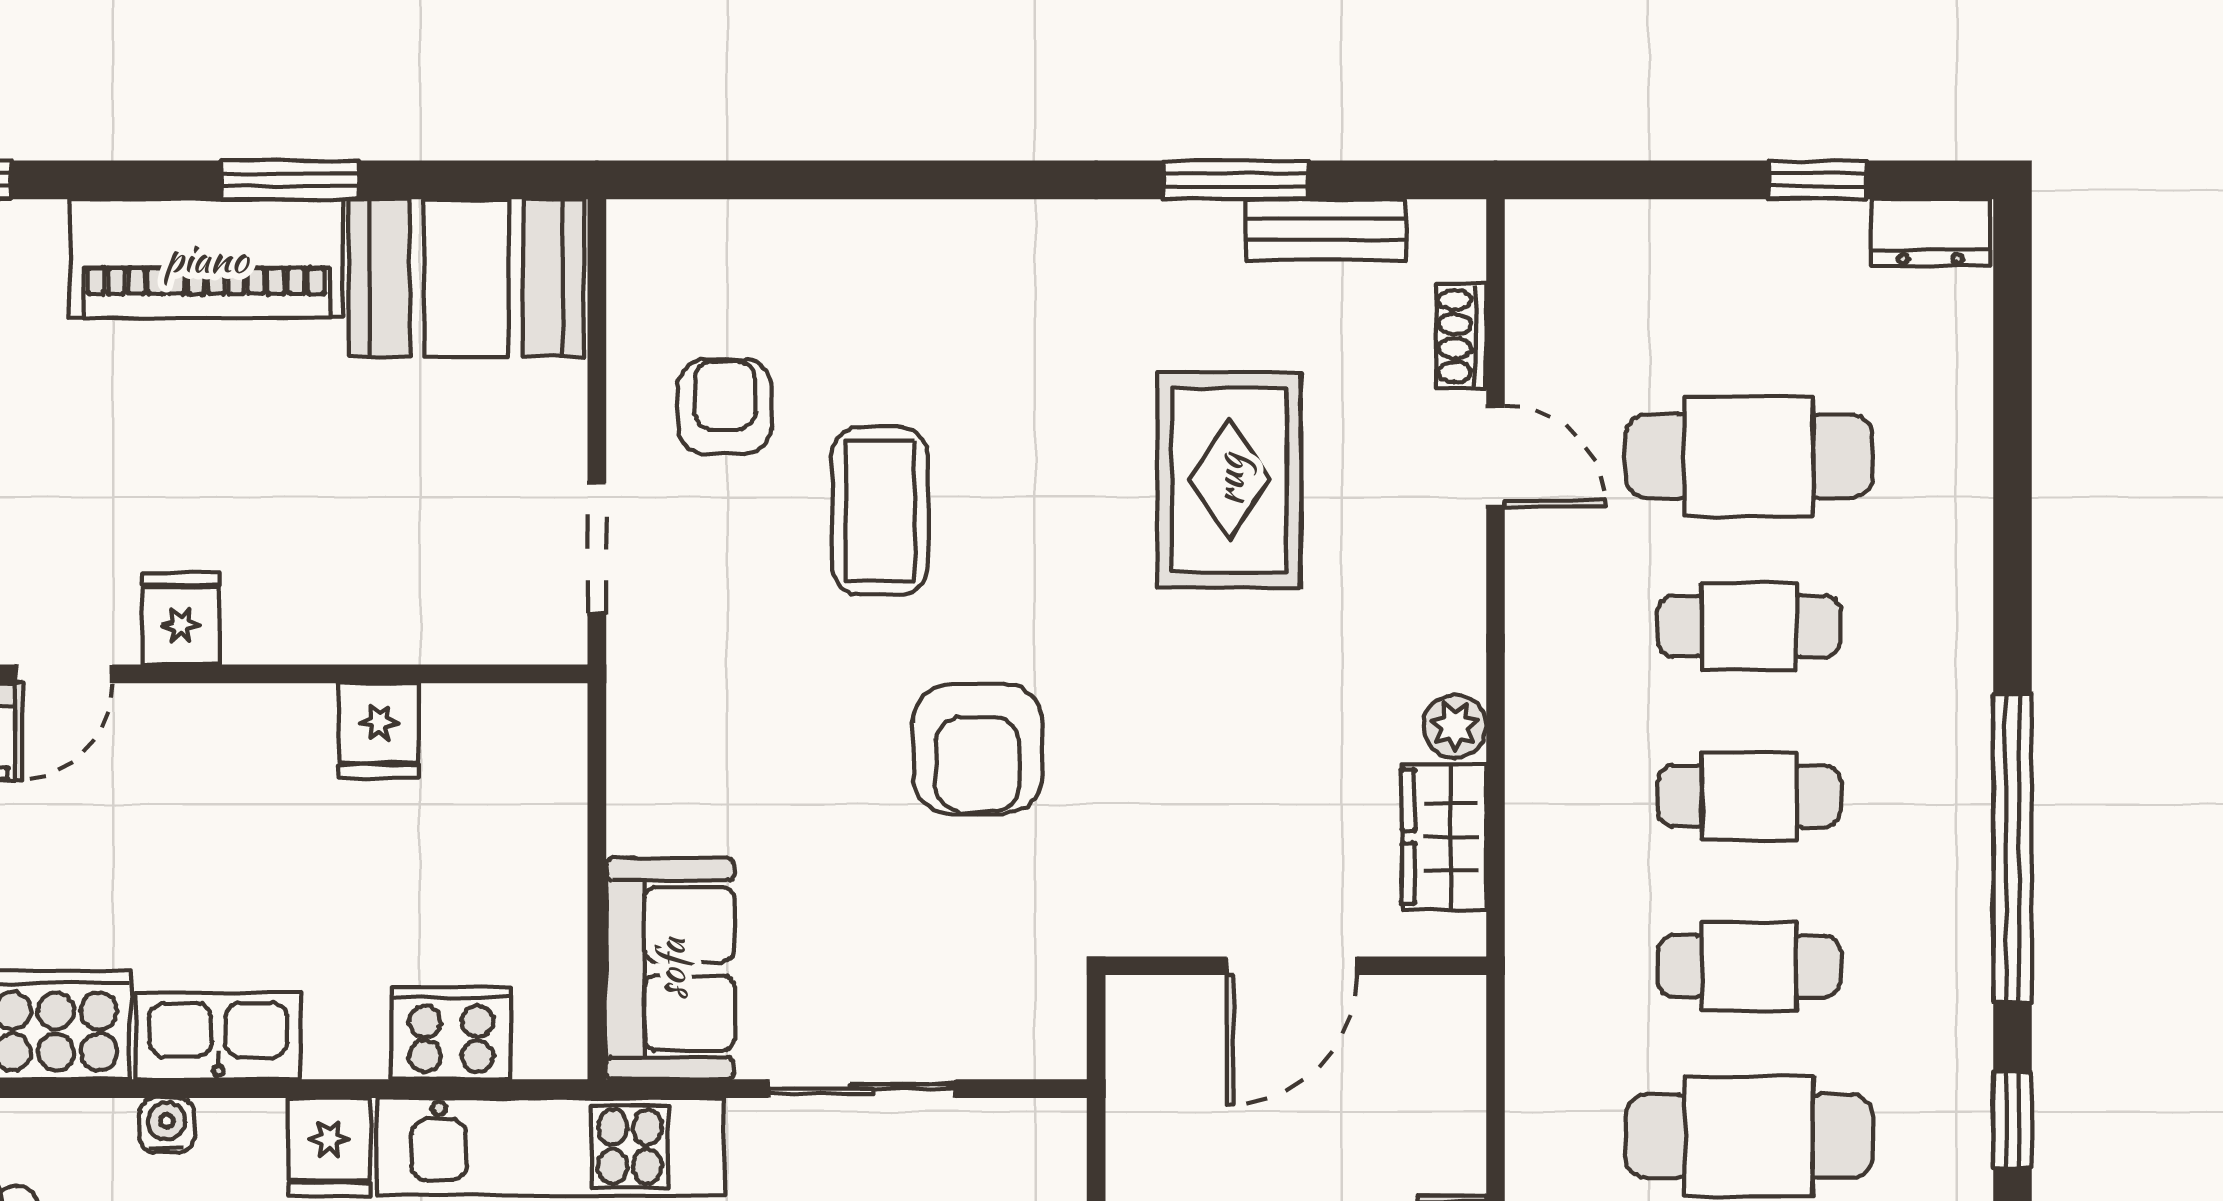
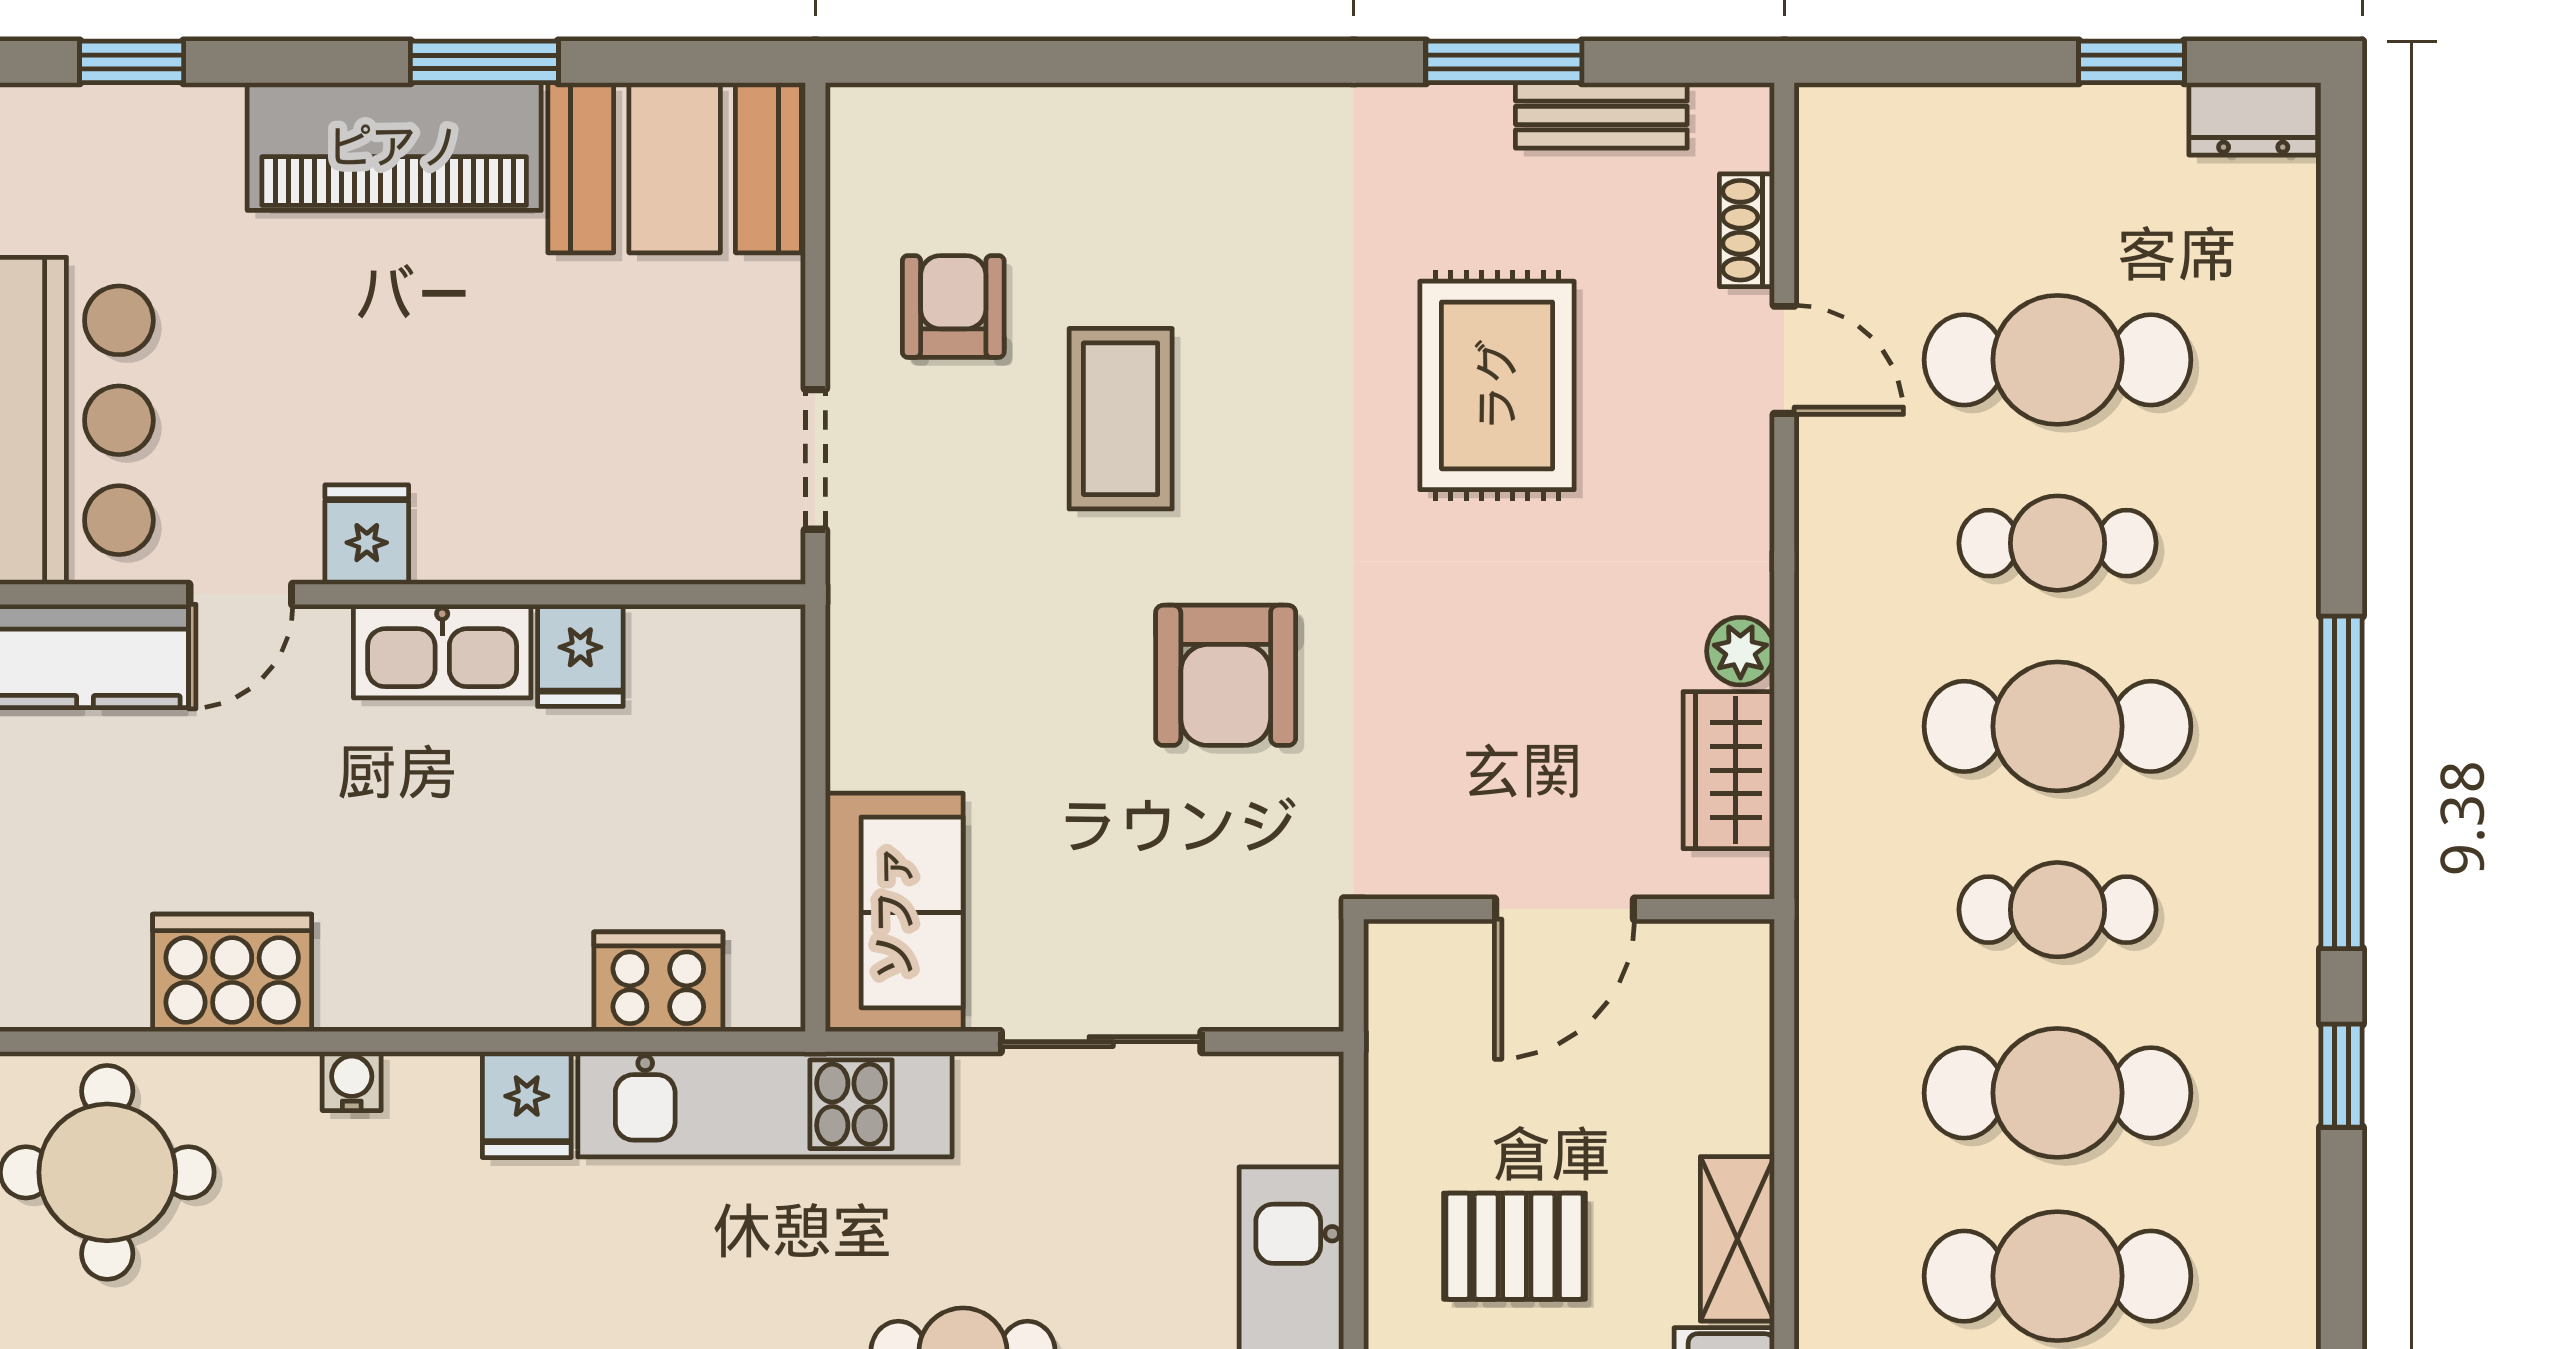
cafe table: (1749, 796) -> (2057, 726), width x1.37, depth x1.35
kitchen sink: (218, 1036) -> (442, 651), moved, turned 180

